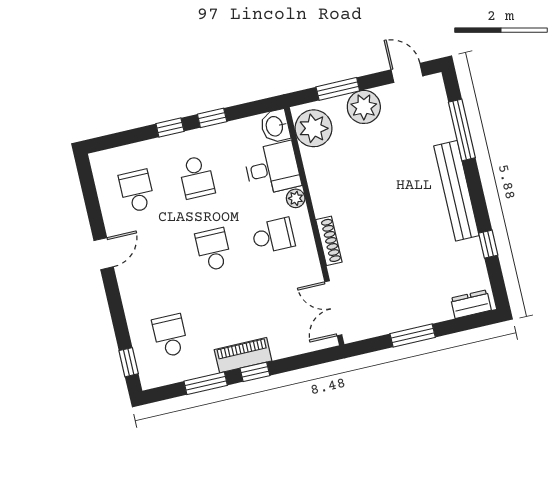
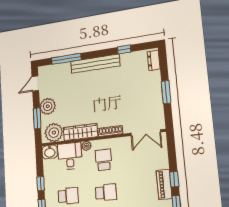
wardrobe: (320, 182) -> (80, 132), added
school desk: (213, 250) -> (106, 193), turned 180

